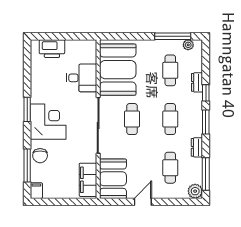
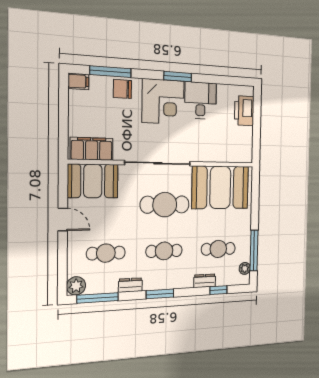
desk: (82, 78) -> (201, 100), moved, turned 180
window: (206, 93) -> (218, 290), moved
cafe table: (132, 119) -> (165, 205), width x1.37, depth x1.35

